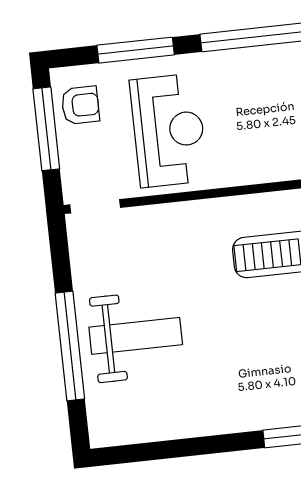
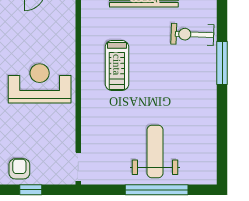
window: (46, 129) -> (31, 190), width x0.46
reception desk: (169, 130) -> (40, 83), moved

